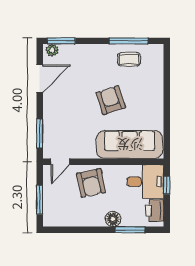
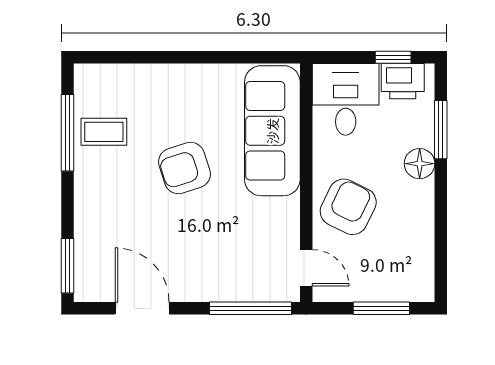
plant: (52, 50) -> (86, 284), removed
coffee table: (129, 59) -> (104, 132), turned 90
window: (40, 134) -> (251, 308), width x1.44
armchair: (91, 183) -> (348, 207), turned -52
window: (167, 185) -> (393, 57), moved

